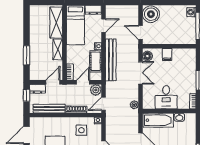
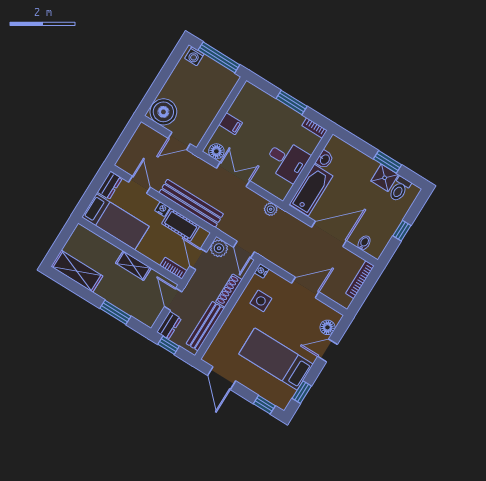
shelving: (56, 23) -> (77, 271), moved

